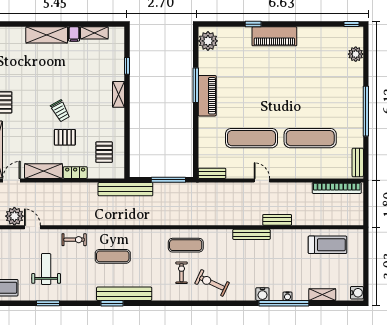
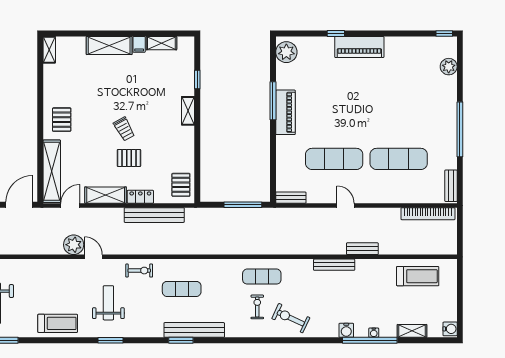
pallet: (104, 152) -> (181, 185), moved
bench: (125, 189) -> (154, 215), moved

